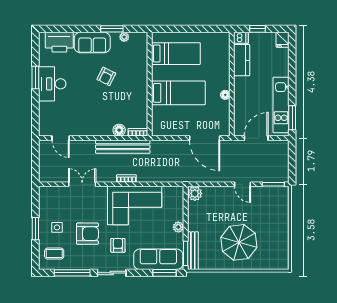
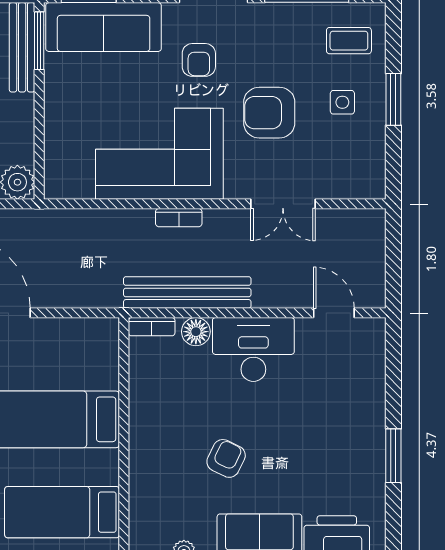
desk: (52, 84) -> (253, 349), moved, turned -90
plant: (178, 227) -> (56, 103), removed
armchair: (87, 234) -> (269, 113), moved

